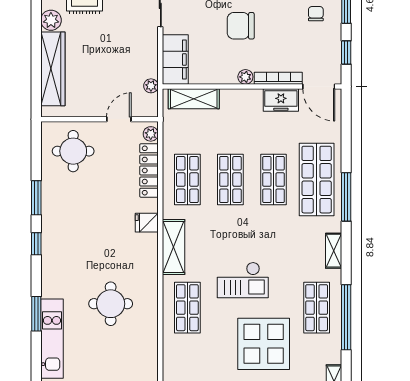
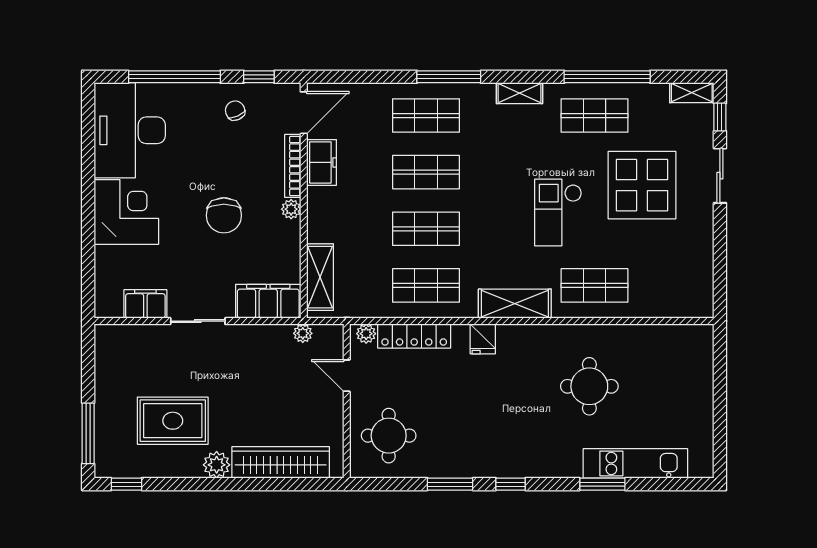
chair: (316, 14) -> (235, 111), moved, turned 66
shop shelf: (317, 180) -> (426, 116), width x0.70, depth x0.74
checkout: (243, 280) -> (558, 212), turned 180

